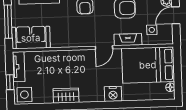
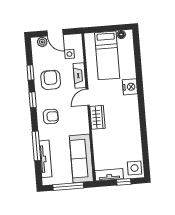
sofa: (31, 38) -> (81, 158), width x1.36
door: (104, 48) -> (88, 97), swing flipped
bed: (148, 65) -> (107, 55), width x0.67
wardrobe: (66, 96) -> (97, 117), moved, turned 180

